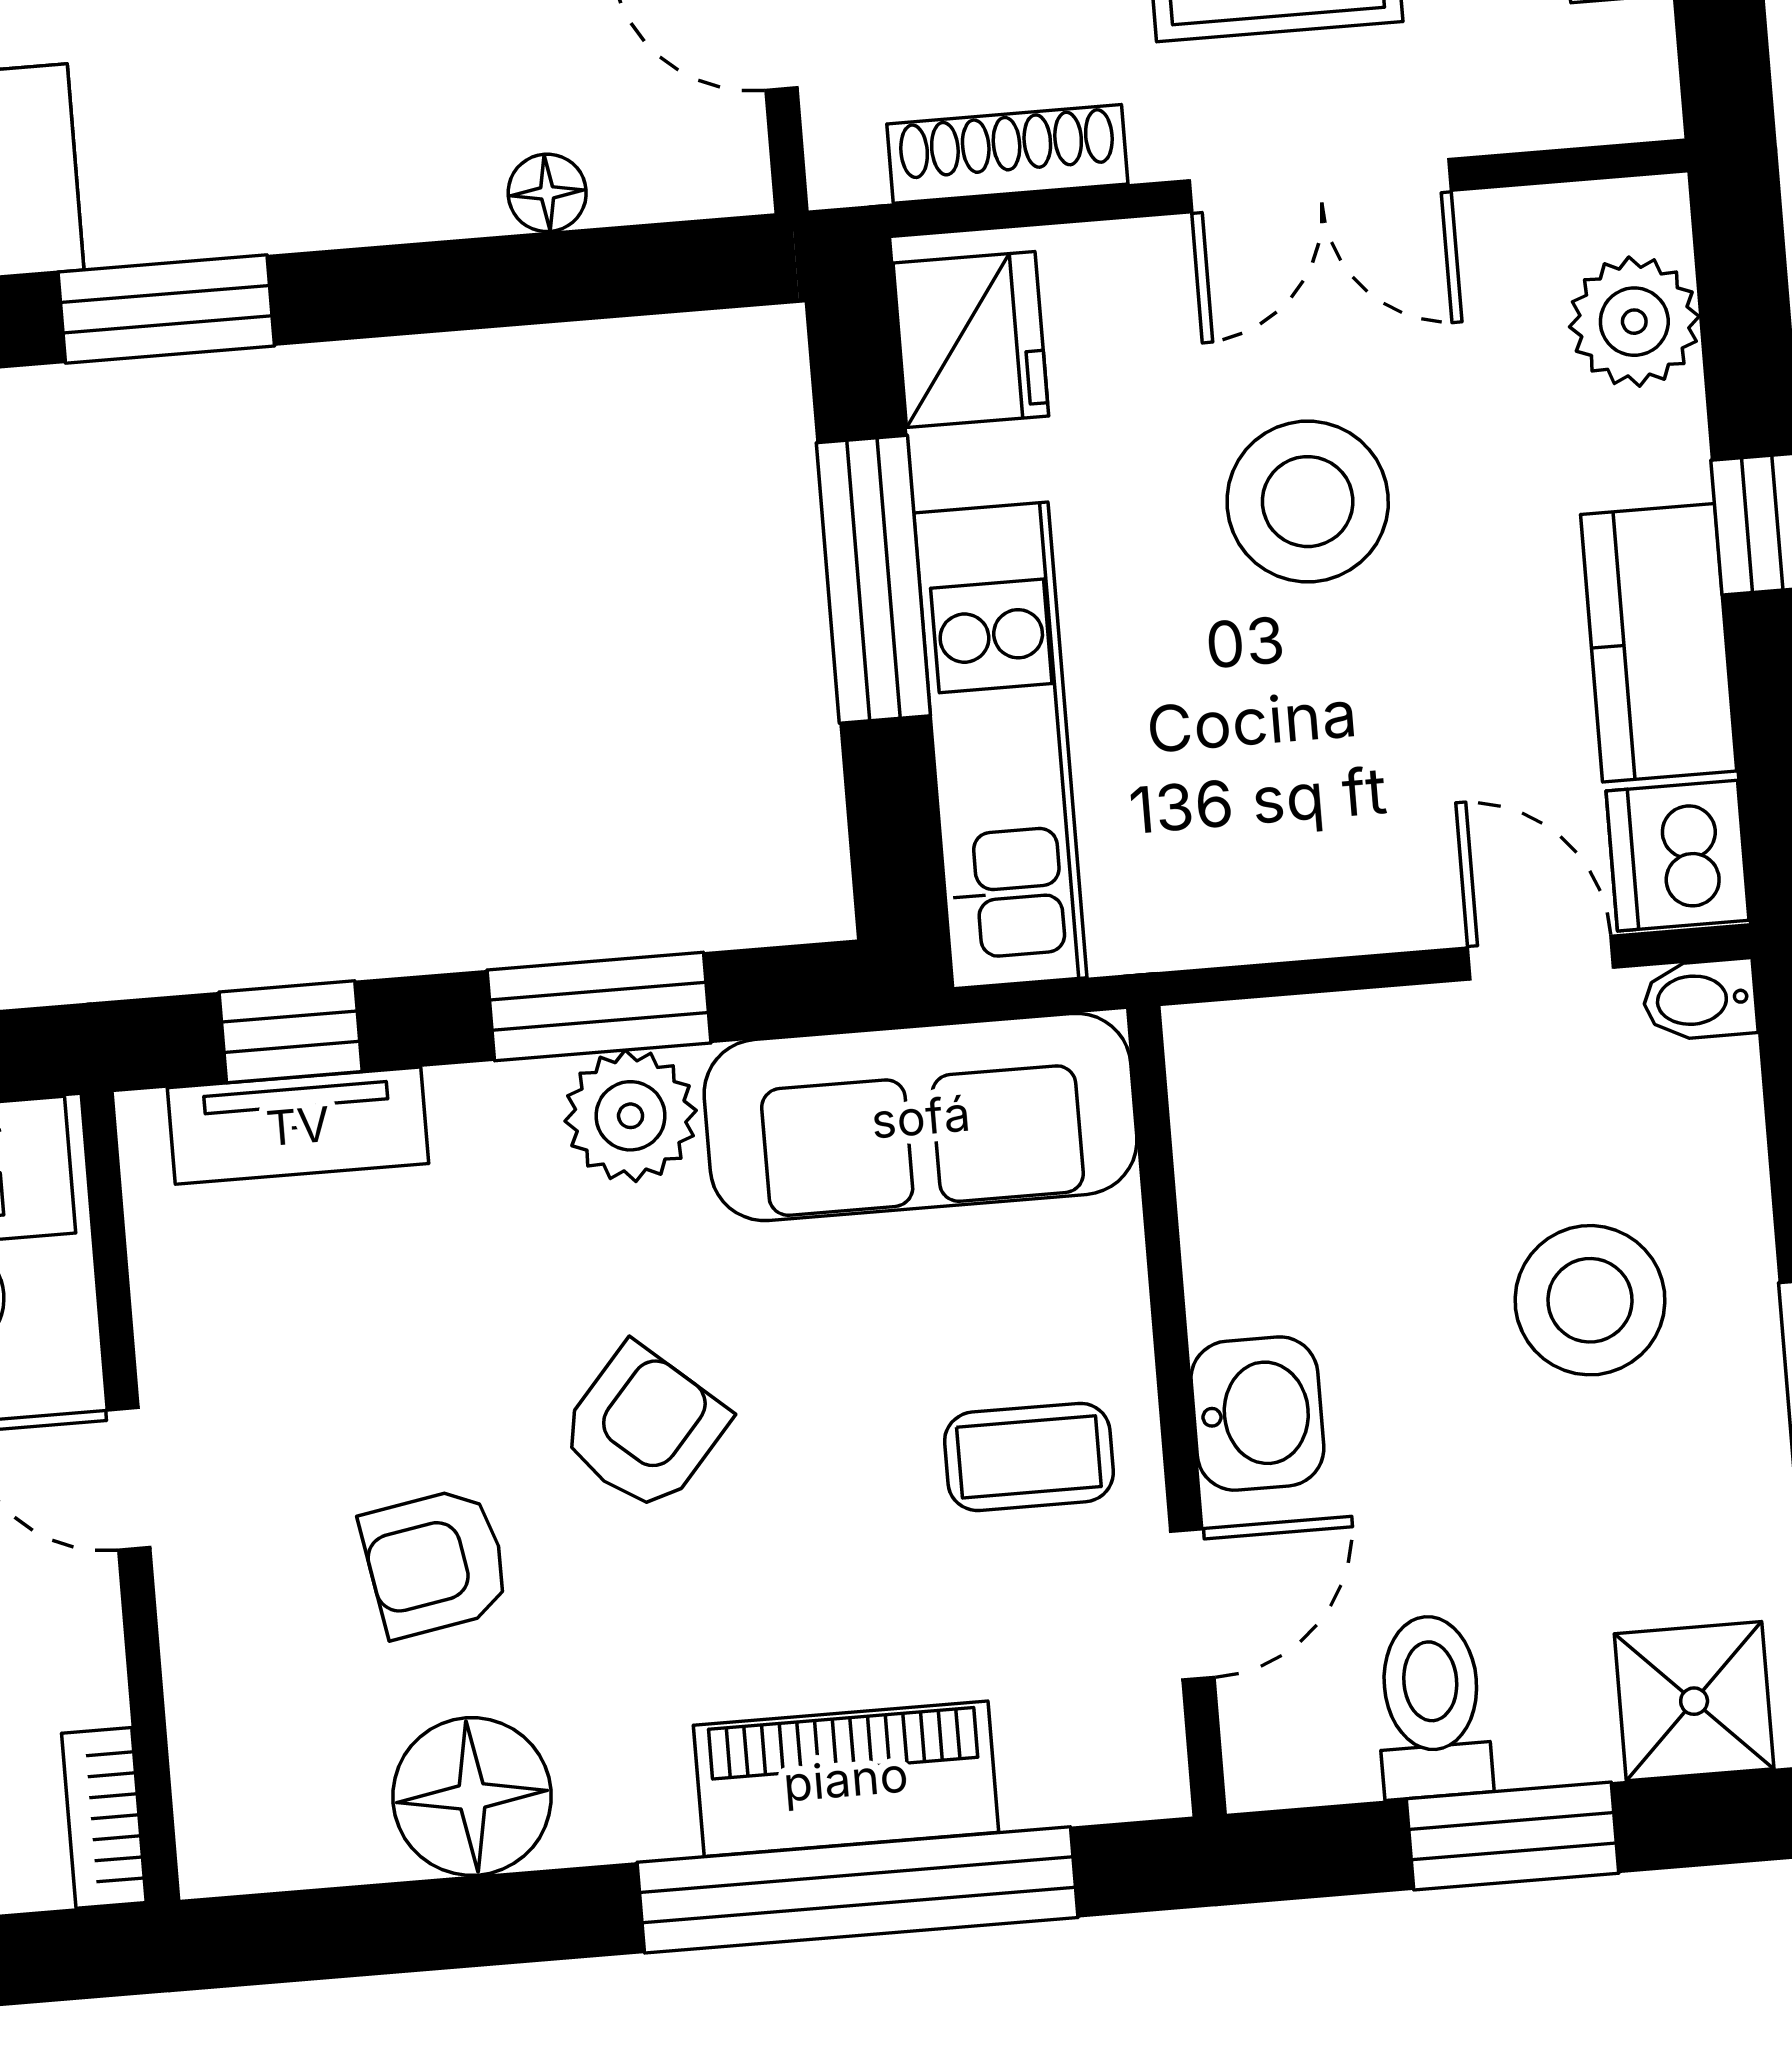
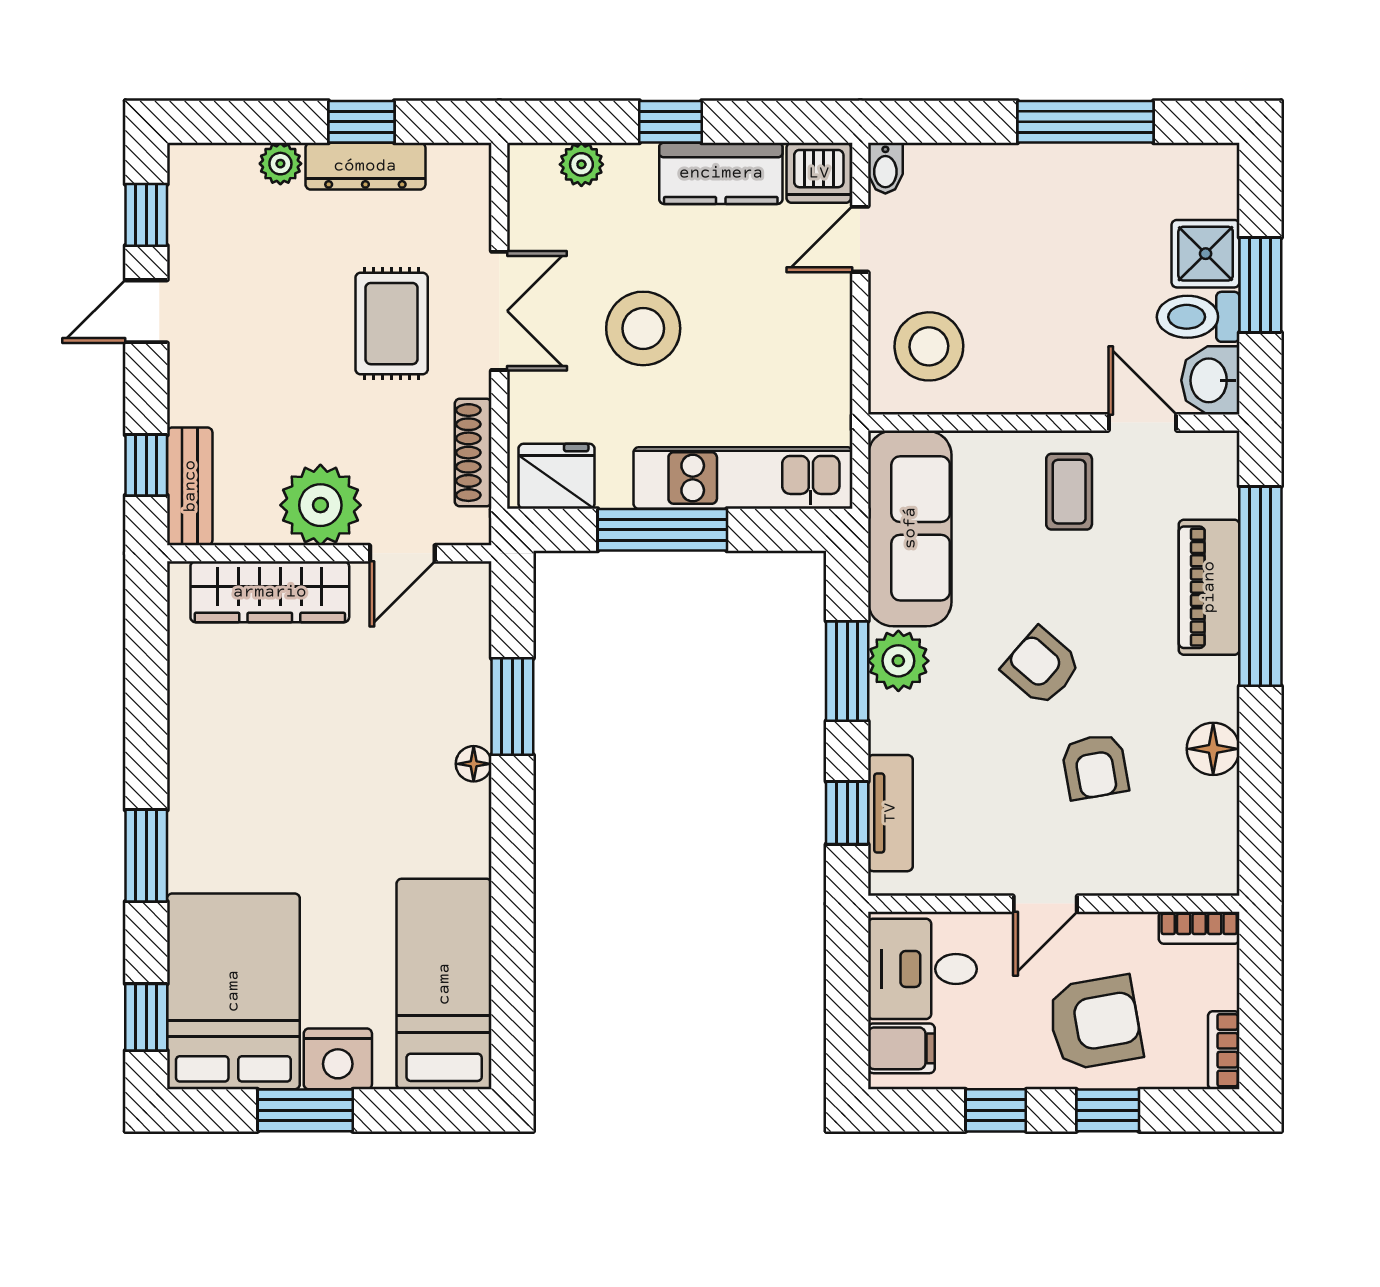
floor lamp: (547, 193) -> (474, 764), moved
window: (166, 309) -> (512, 707), moved
plant: (1634, 322) -> (581, 164), width x0.73, depth x0.73
stool: (1590, 1300) -> (929, 346), moved
washbasin: (1257, 1414) -> (1210, 380), moved, turned -90
shower: (1694, 1701) -> (1206, 254), moved
floor lamp: (472, 1796) -> (1213, 749), width x0.73, depth x0.73

